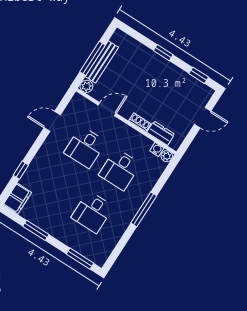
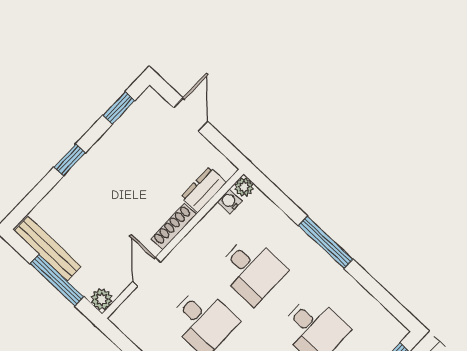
bench: (102, 62) -> (48, 249), moved
shoe rack: (140, 122) -> (174, 227), width x1.43

